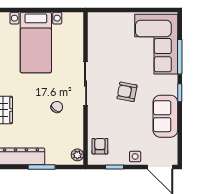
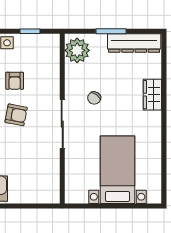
armchair: (100, 146) -> (15, 81), moved
plant: (77, 155) -> (77, 50), width x1.88, depth x1.88

